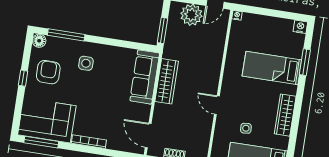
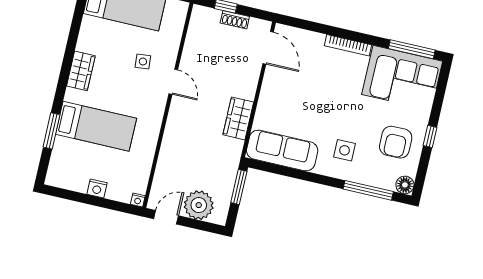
nightstand: (300, 27) -> (97, 188), moved
sofa: (145, 77) -> (282, 151), moved, turned -90
wardrobe: (167, 81) -> (238, 118), width x0.67
wardrobe: (285, 115) -> (81, 71), width x0.67
side table: (246, 128) -> (143, 61), moved

